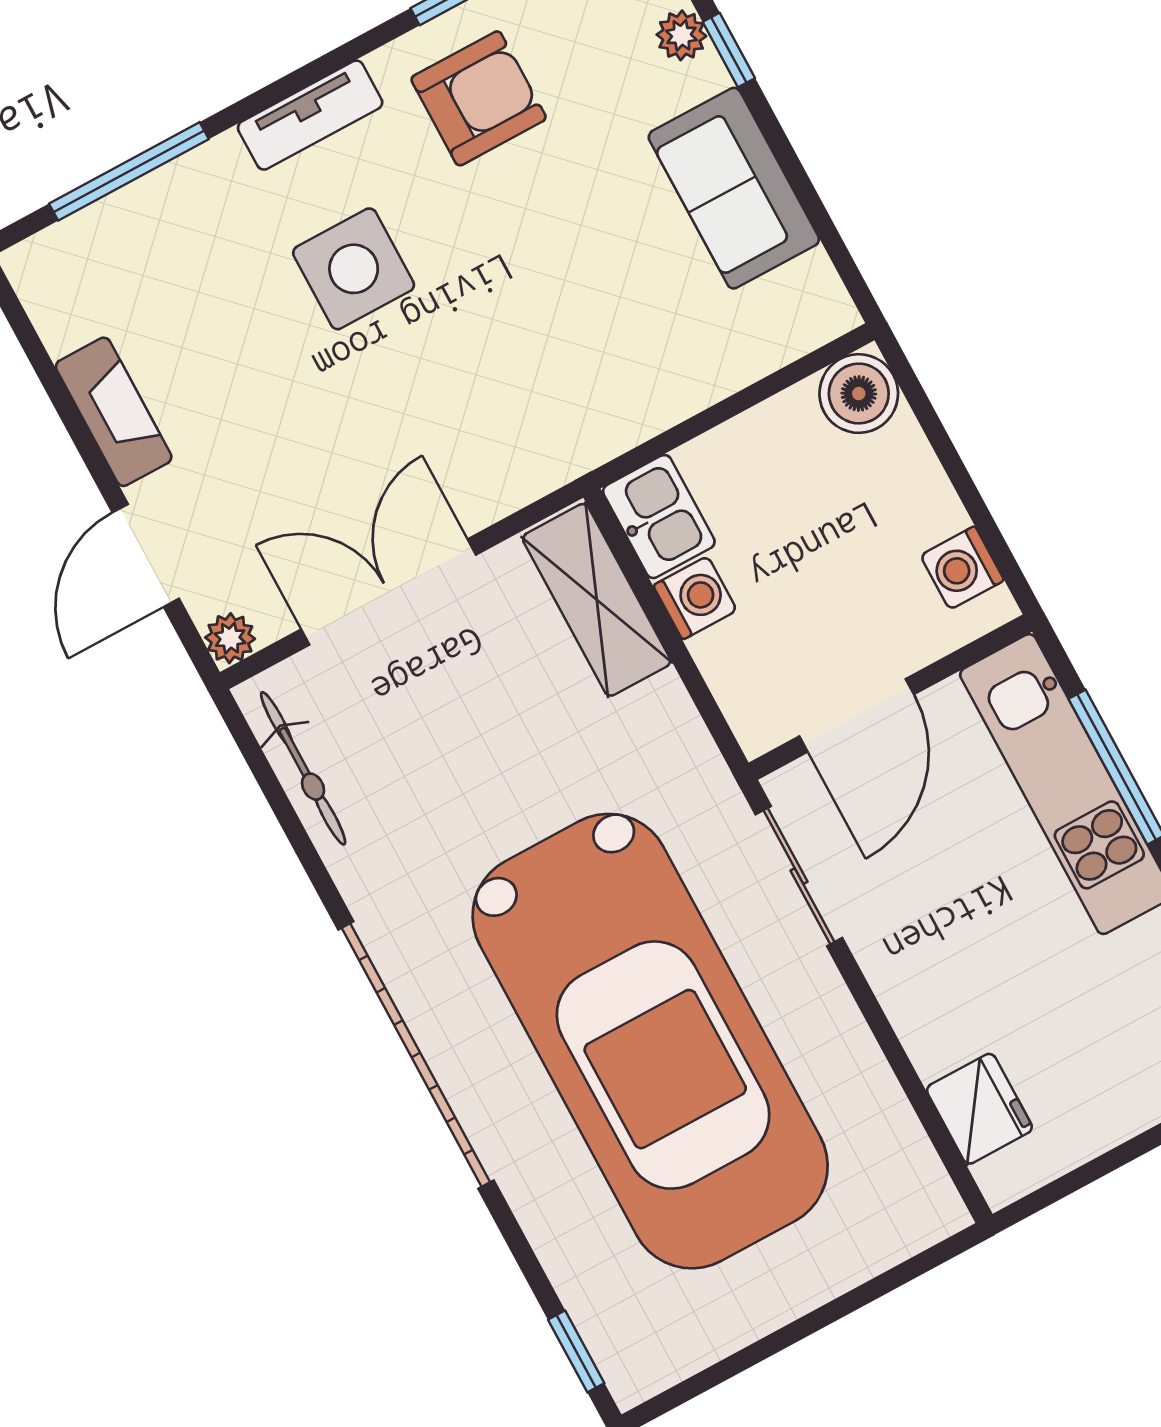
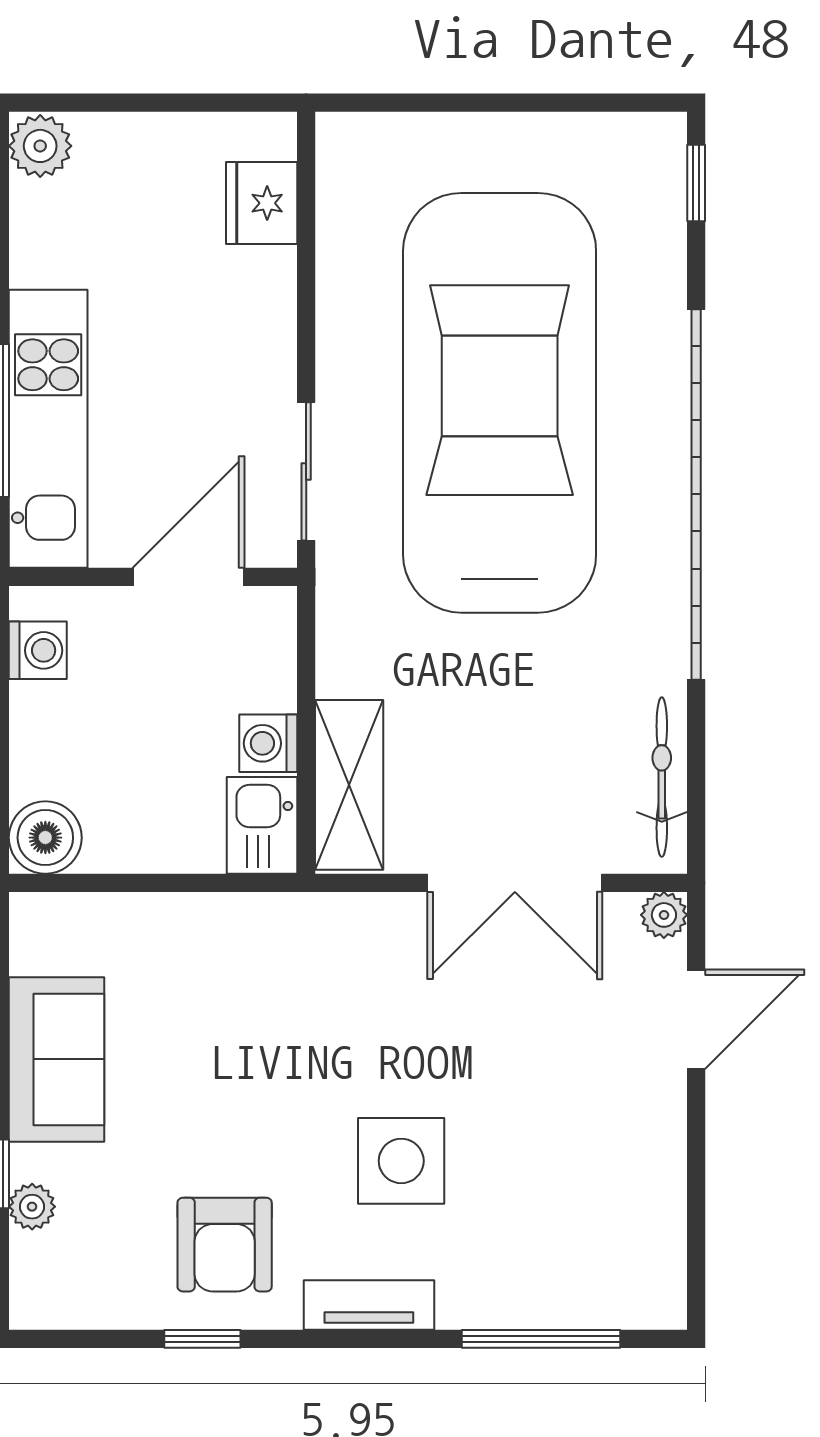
armchair: (479, 98) -> (225, 1245), turned -90
fireplace: (114, 412) -> (659, 1150), removed
garage door: (416, 1055) -> (696, 494), width x1.36

